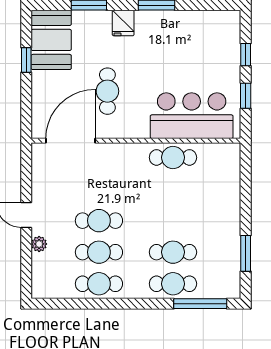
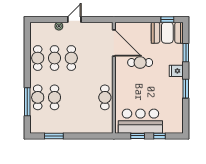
window: (26, 60) -> (167, 19), moved
bar counter: (192, 116) -> (140, 121), moved, turned -90
window: (200, 304) -> (27, 102), moved

